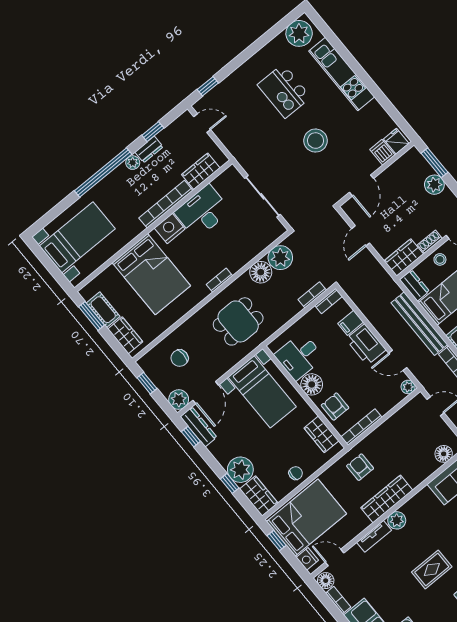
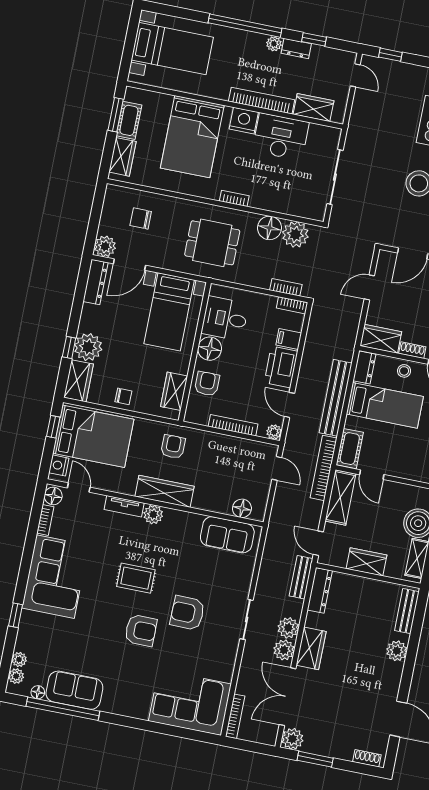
window: (147, 383) -> (97, 208), removed
bookcase: (361, 427) -> (233, 425), moved
window: (191, 437) -> (82, 282), removed

